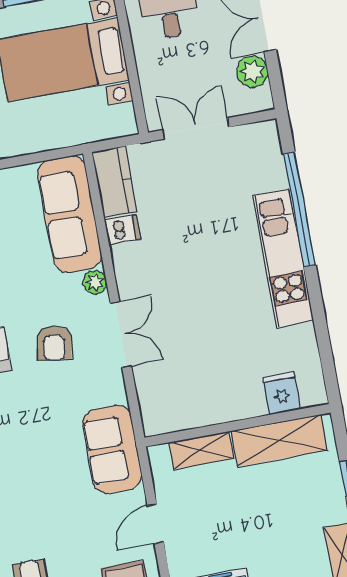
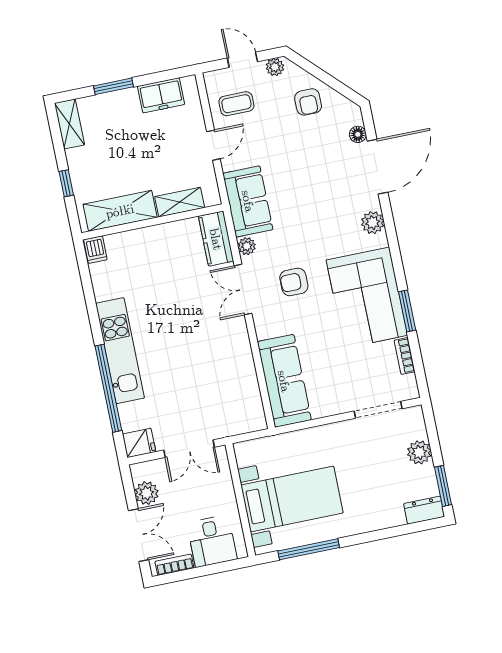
kitchen counter: (114, 182) -> (216, 239), moved
dishwasher: (122, 230) -> (95, 250), moved, turned -90
plant: (95, 282) -> (247, 246), moved
armchair: (54, 343) -> (294, 282), turned -99
fridge: (282, 393) -> (139, 443), moved, turned -90

